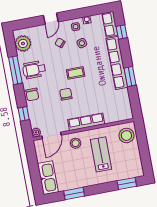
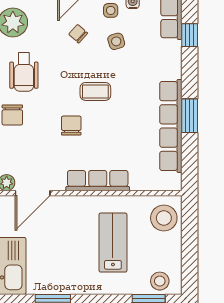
row of seats: (117, 63) -> (171, 126), moved
wheelchair: (34, 70) -> (24, 72), turned -90
stool: (76, 143) -> (160, 281), moved

